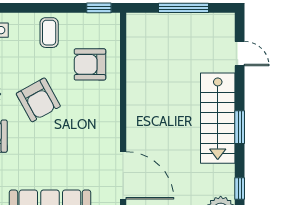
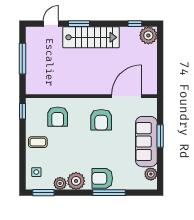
armchair: (38, 100) -> (101, 120), moved, turned 119
window: (240, 127) -> (79, 24), moved

